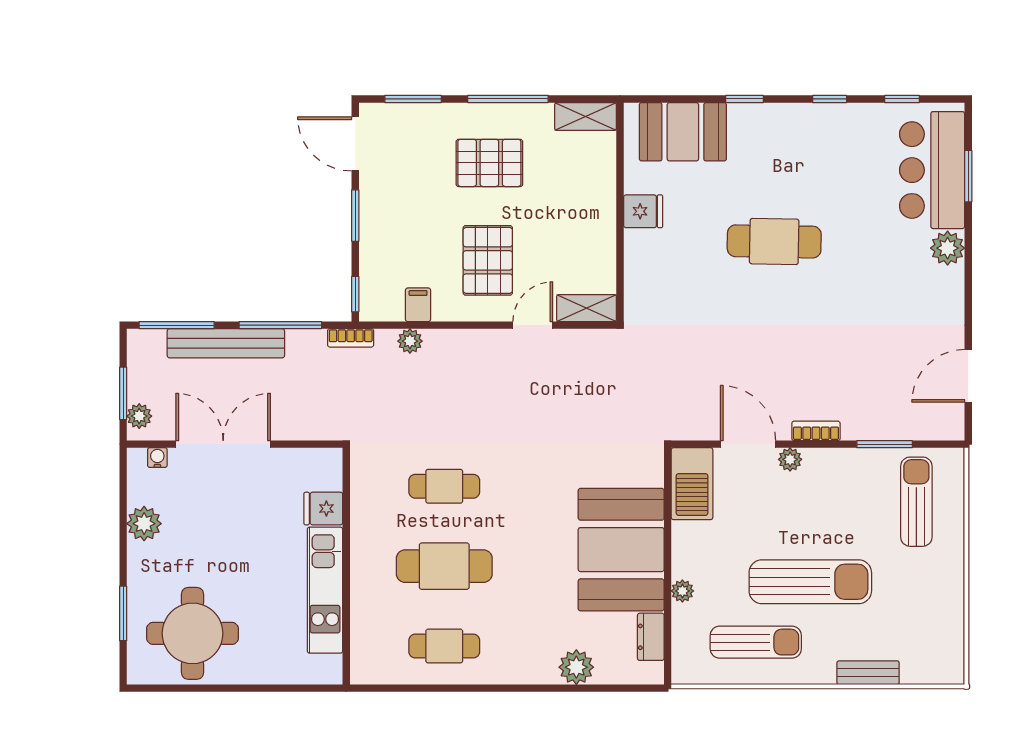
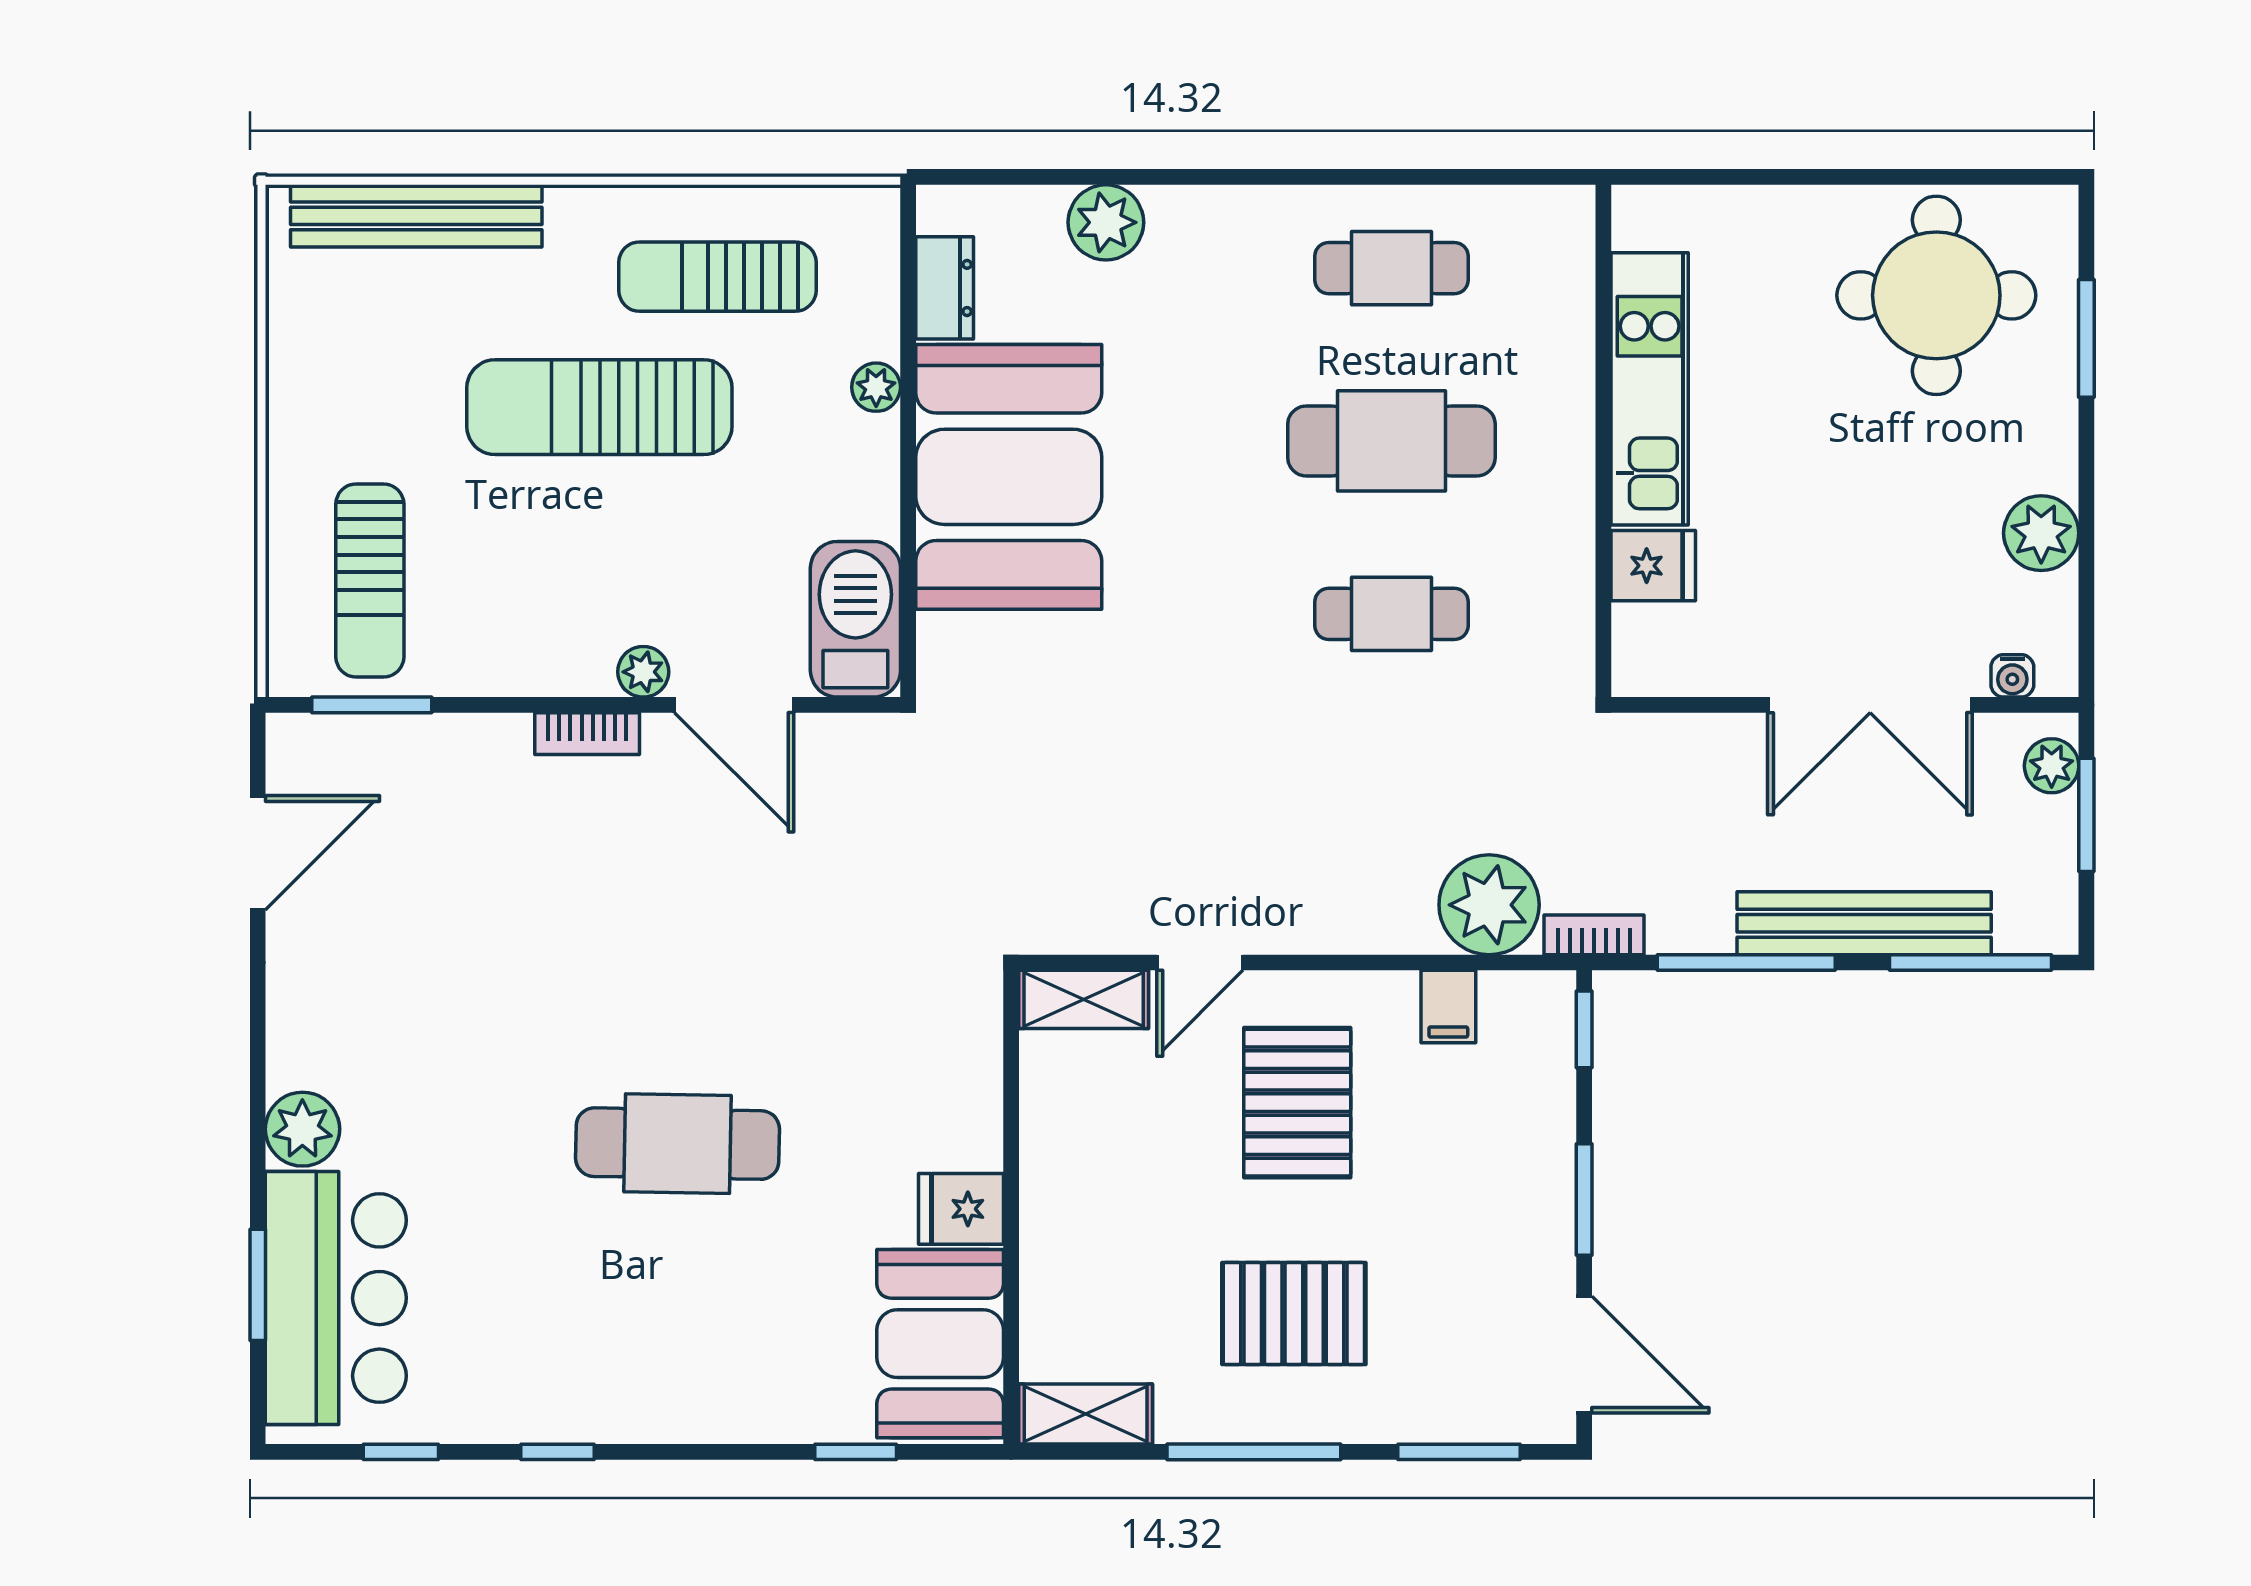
window: (745, 99) -> (856, 1452), moved
booth: (683, 132) -> (940, 1344), moved, turned 90
plant: (410, 341) -> (1489, 905), width x1.87, depth x1.87
window: (885, 444) -> (372, 705), moved
bench: (868, 673) -> (416, 216), width x1.86, depth x1.21

